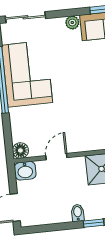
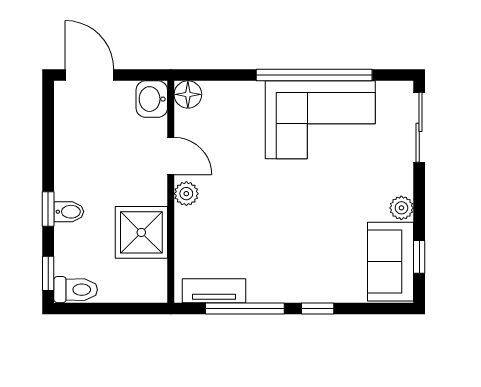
plant: (77, 146) -> (186, 194), added
bidet: (78, 213) -> (69, 212), moved

